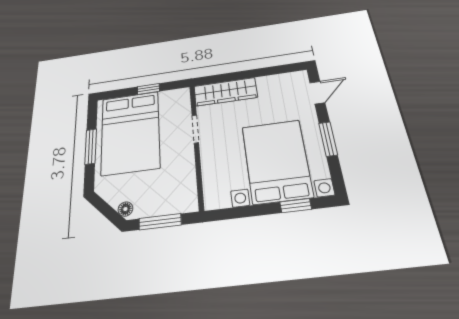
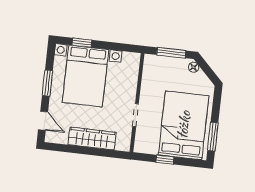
wardrobe: (225, 92) -> (92, 138), moved
door: (317, 93) -> (43, 121), swing flipped
window: (91, 146) -> (213, 137), moved

